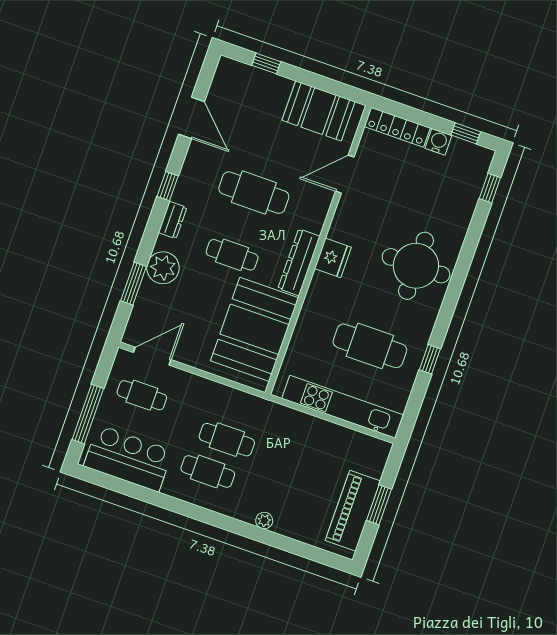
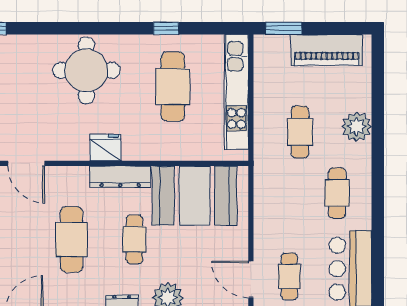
cafe table: (227, 440) -> (300, 132), moved
window: (379, 505) -> (284, 28), moved
plant: (264, 521) -> (357, 127), width x1.88, depth x1.88

